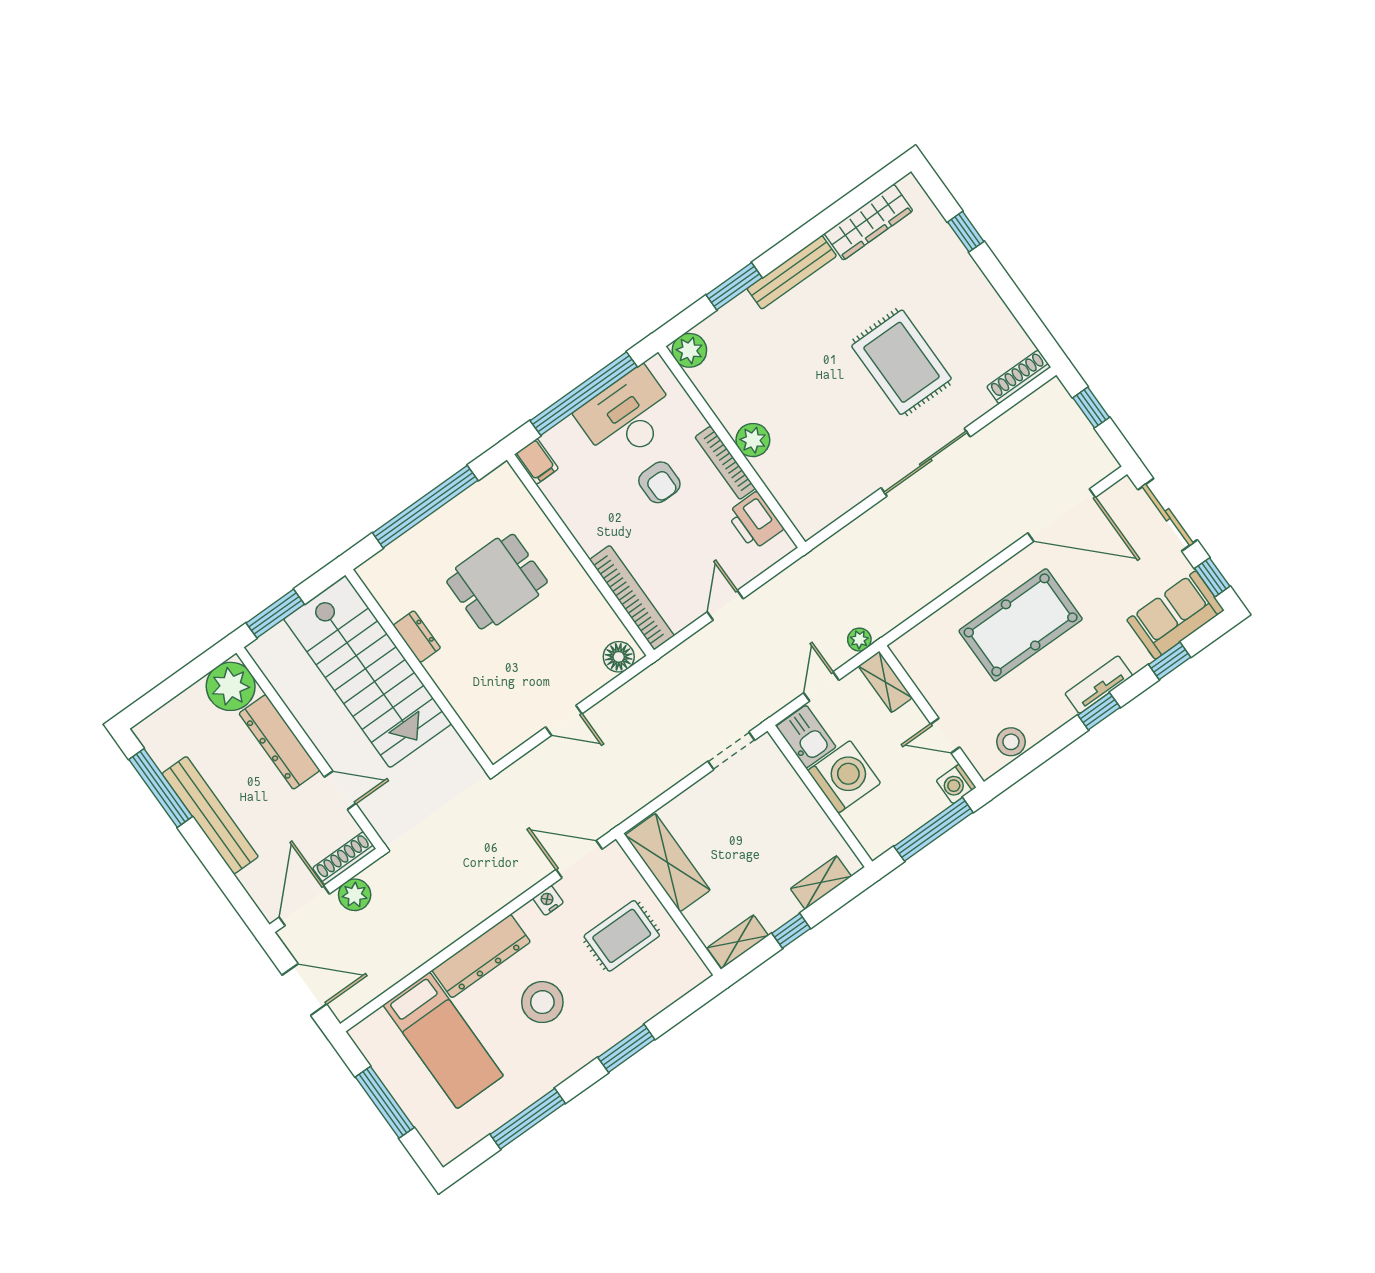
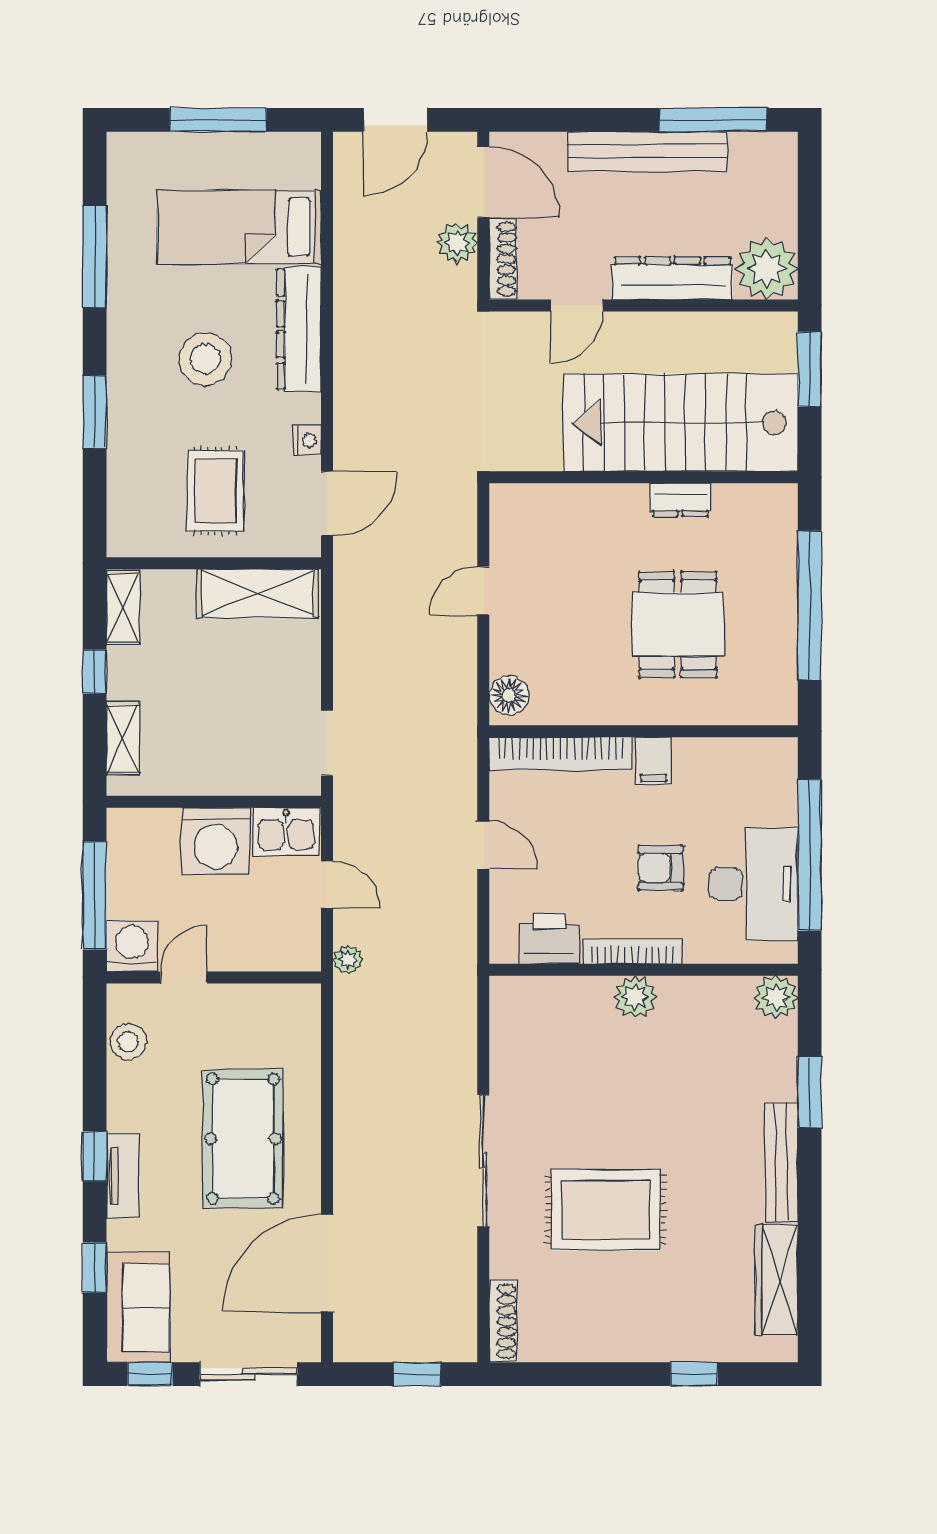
filing cabinet: (537, 461) -> (653, 761), moved, turned -90
shelving: (885, 682) -> (284, 955), removed
washing machine: (956, 784) -> (132, 946), width x1.38, depth x1.38

